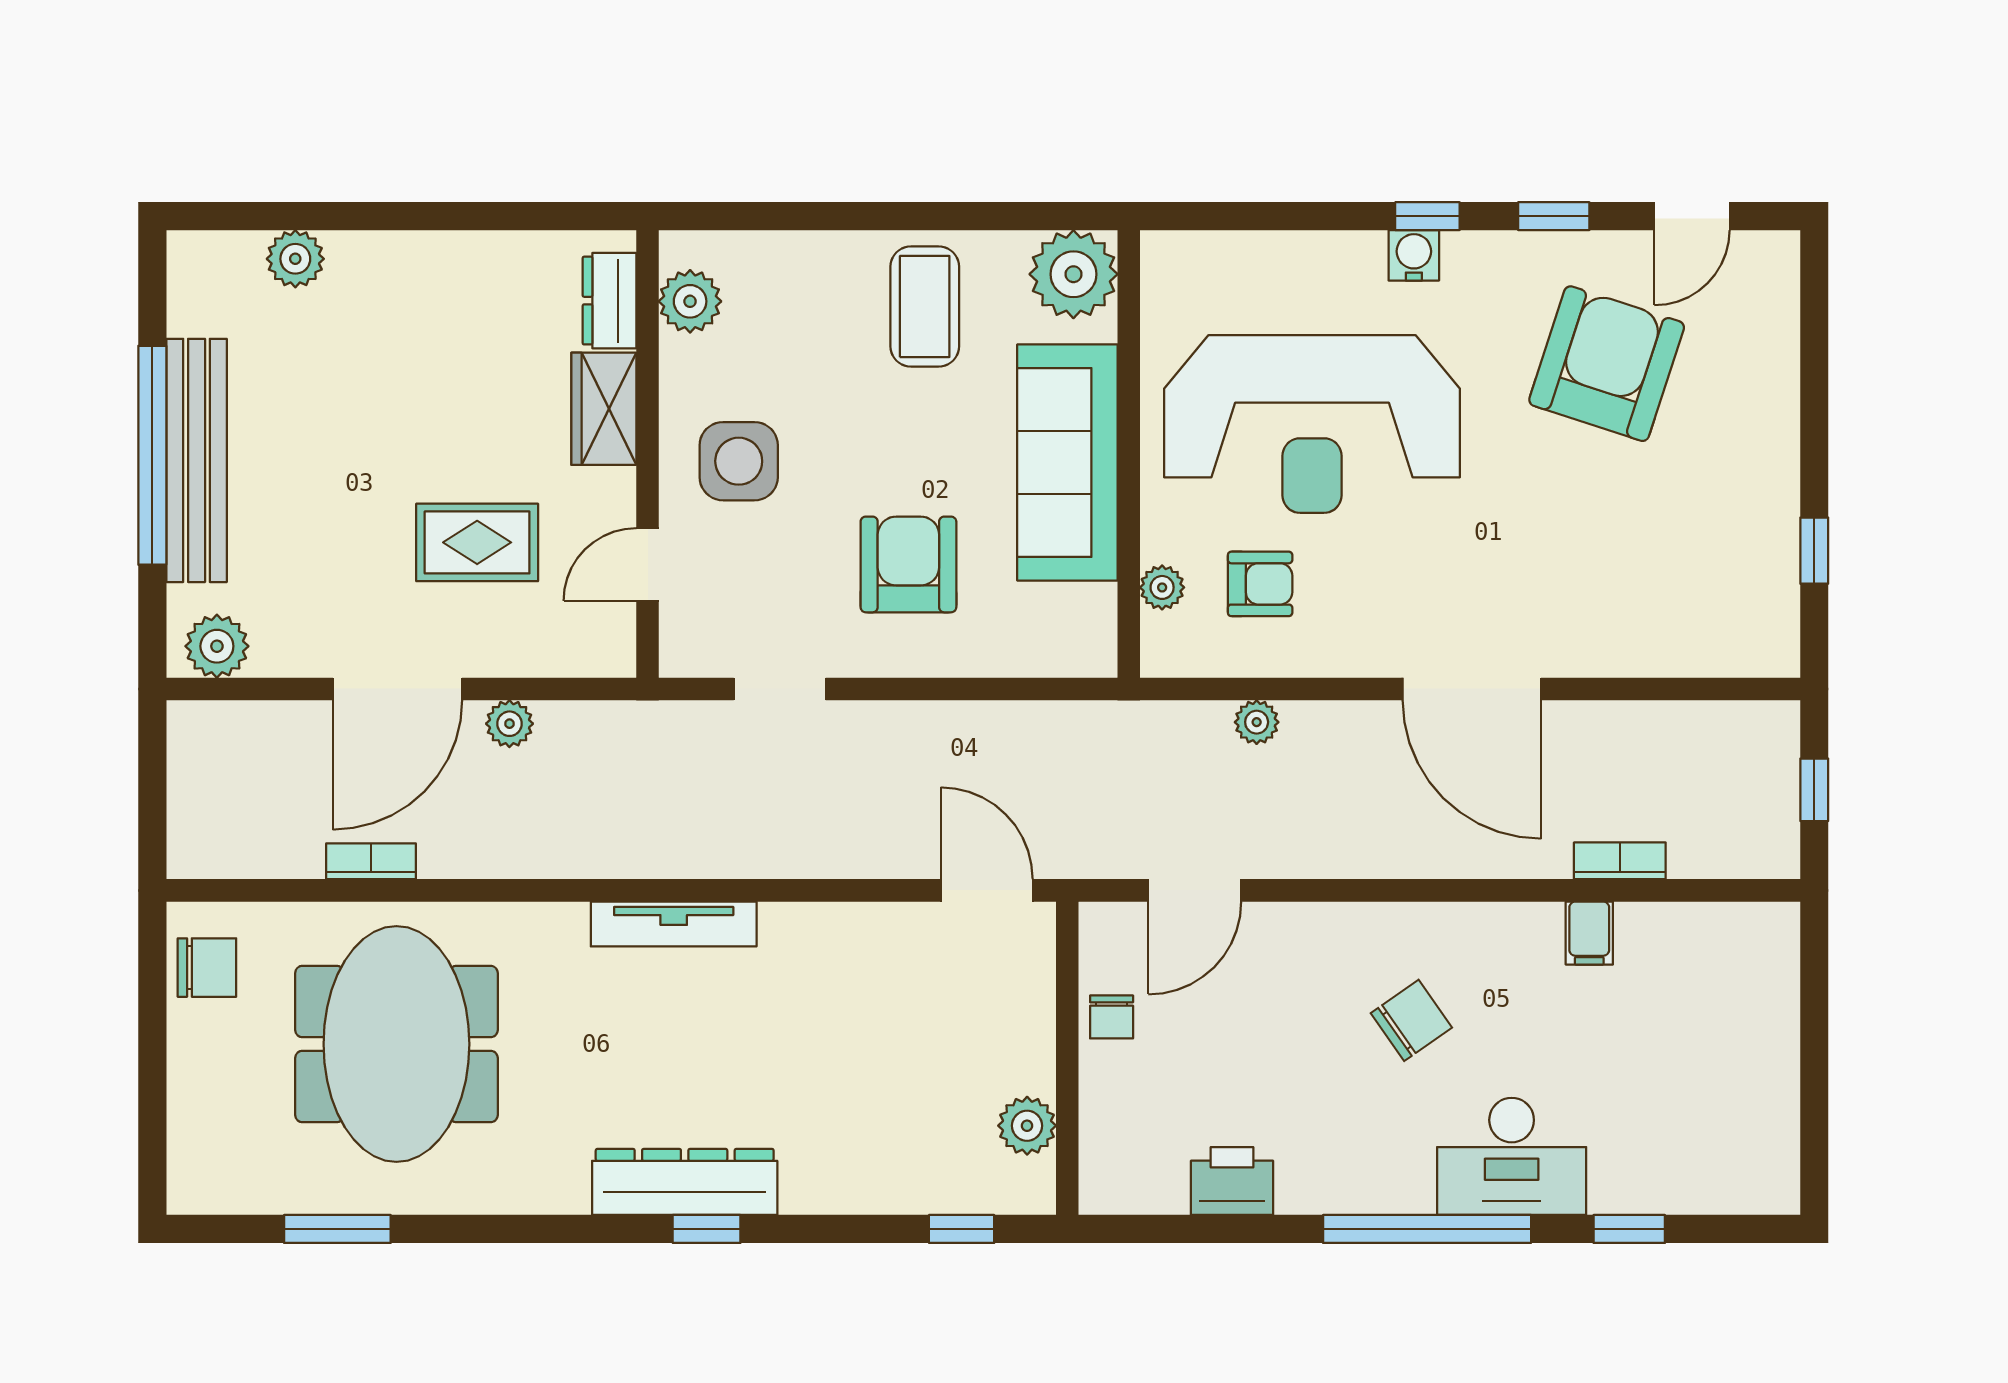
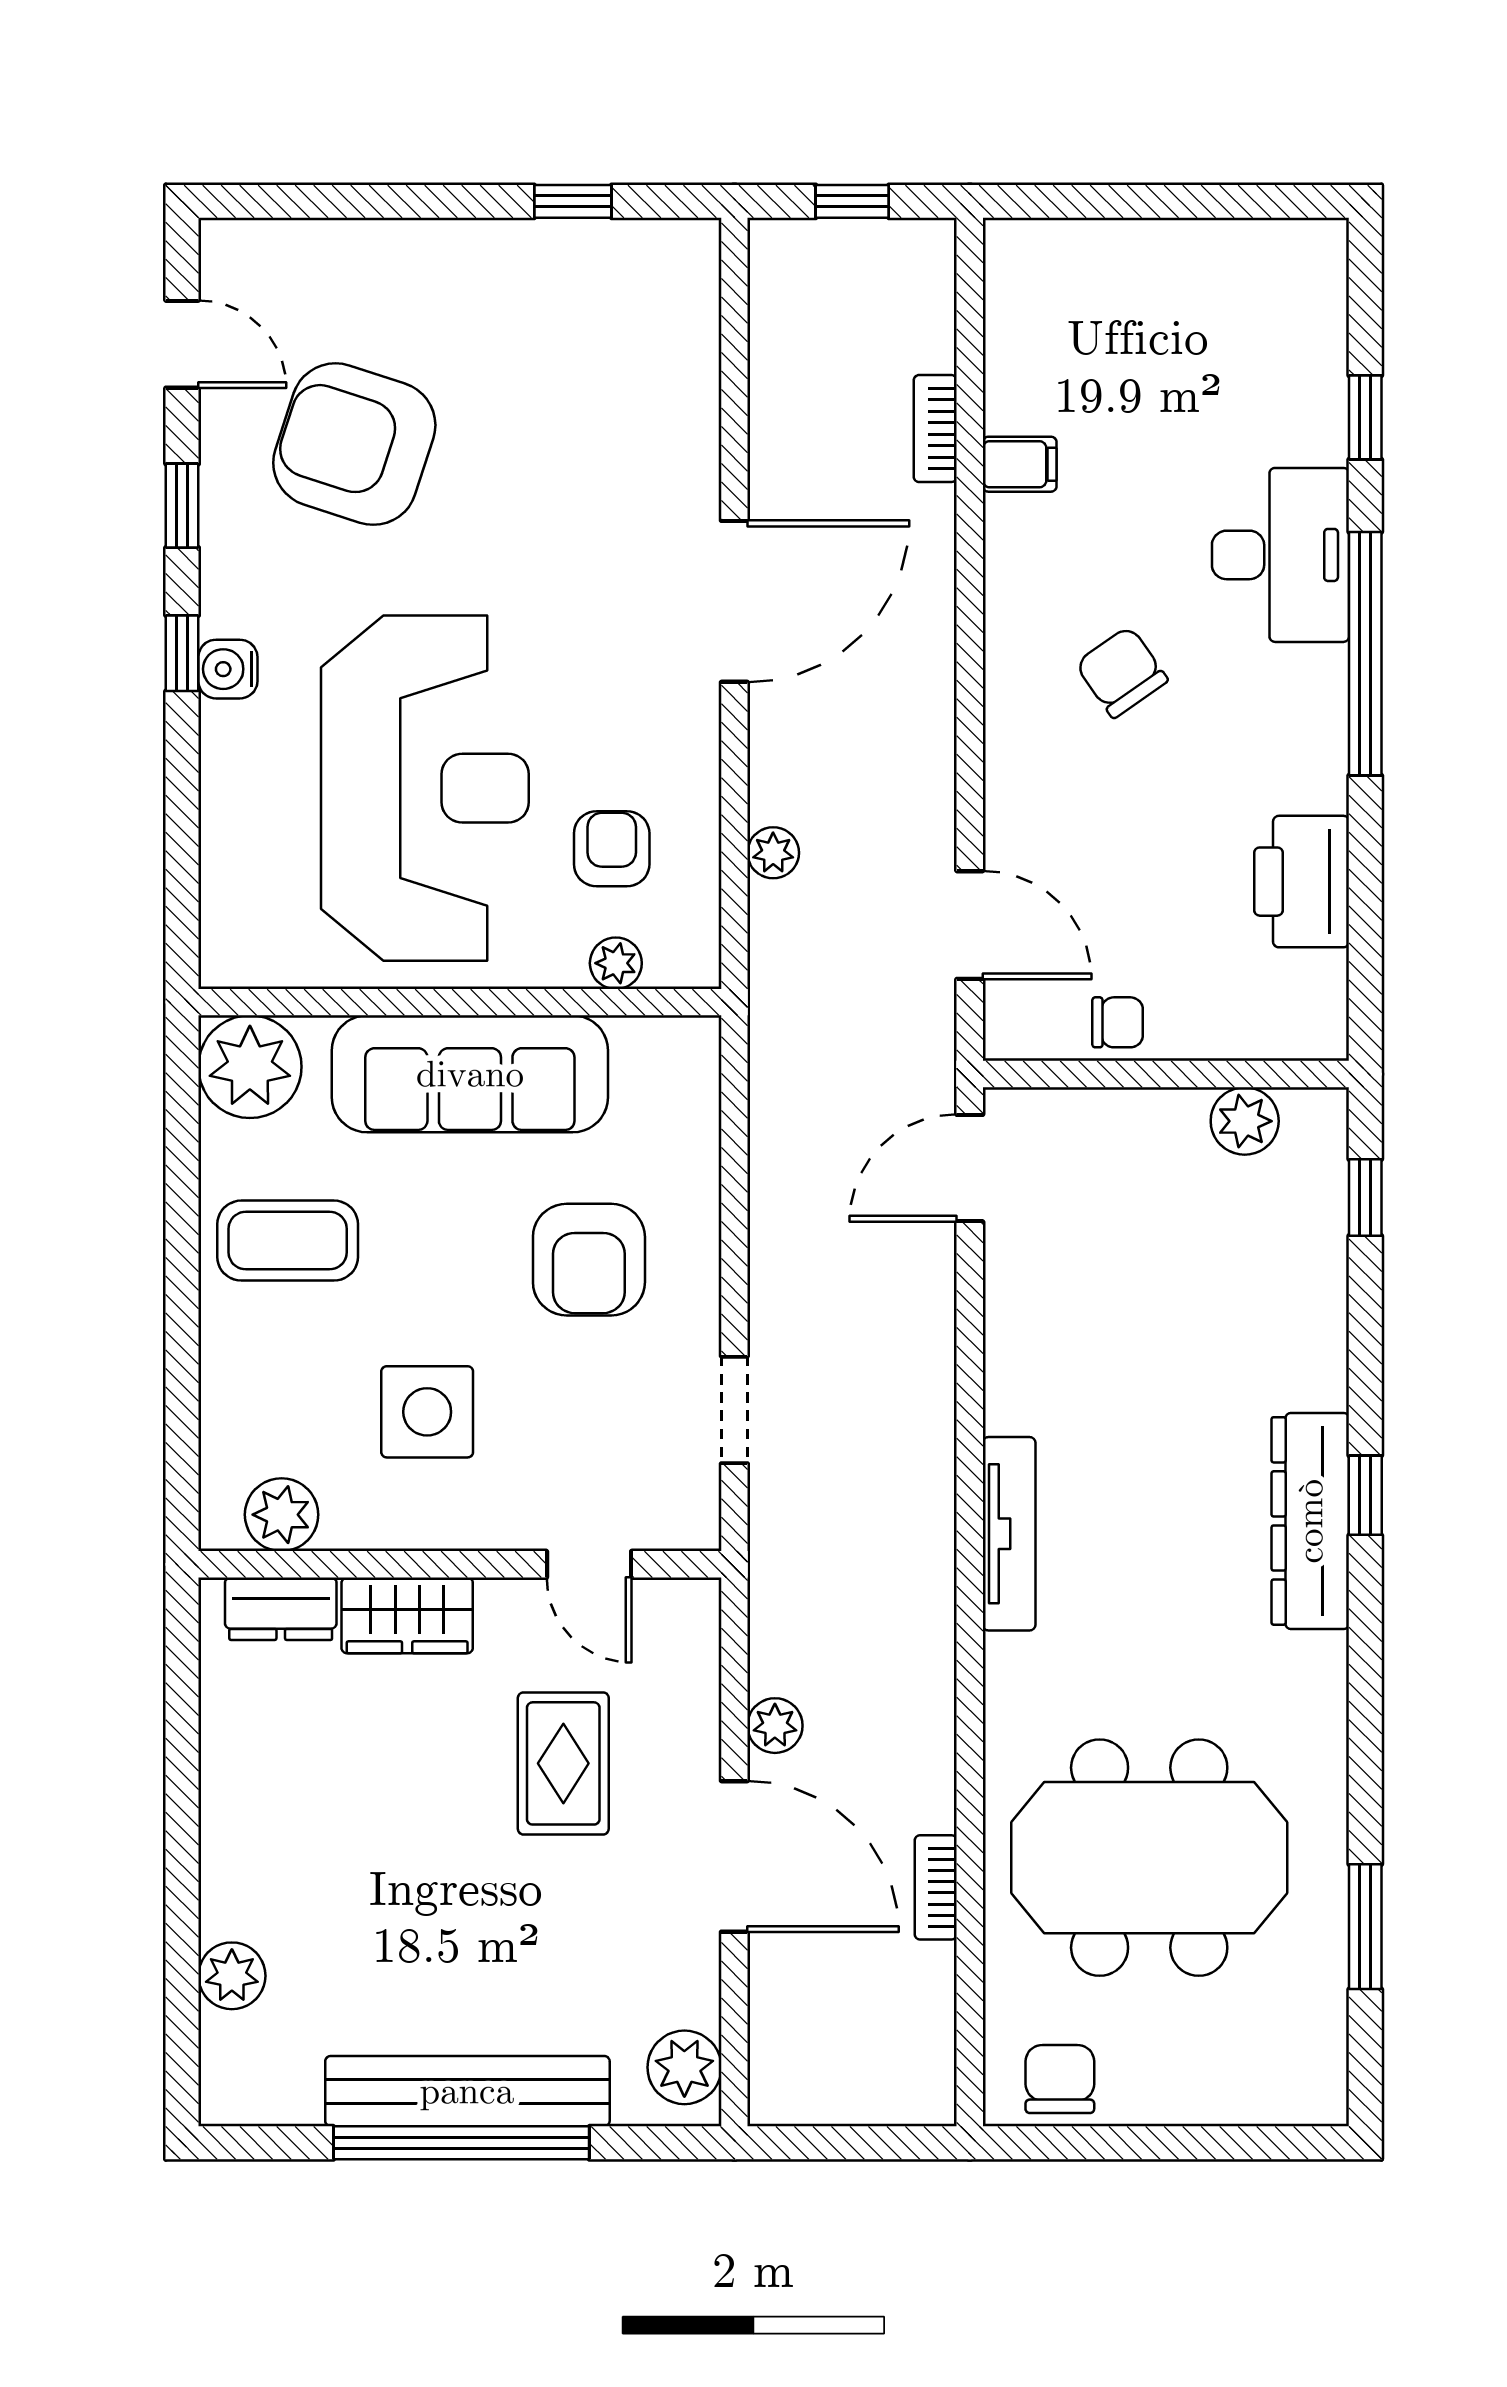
side table: (739, 461) -> (427, 1412), moved
armchair: (908, 564) -> (589, 1260), turned -90
printer: (1232, 1181) -> (1302, 882), width x1.37, depth x1.19

